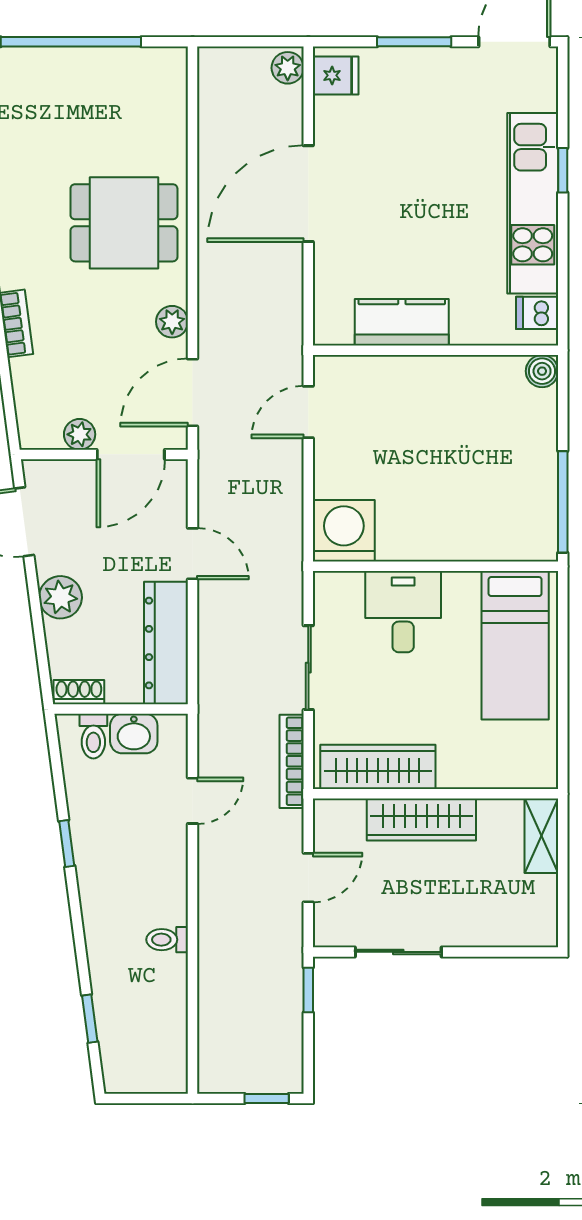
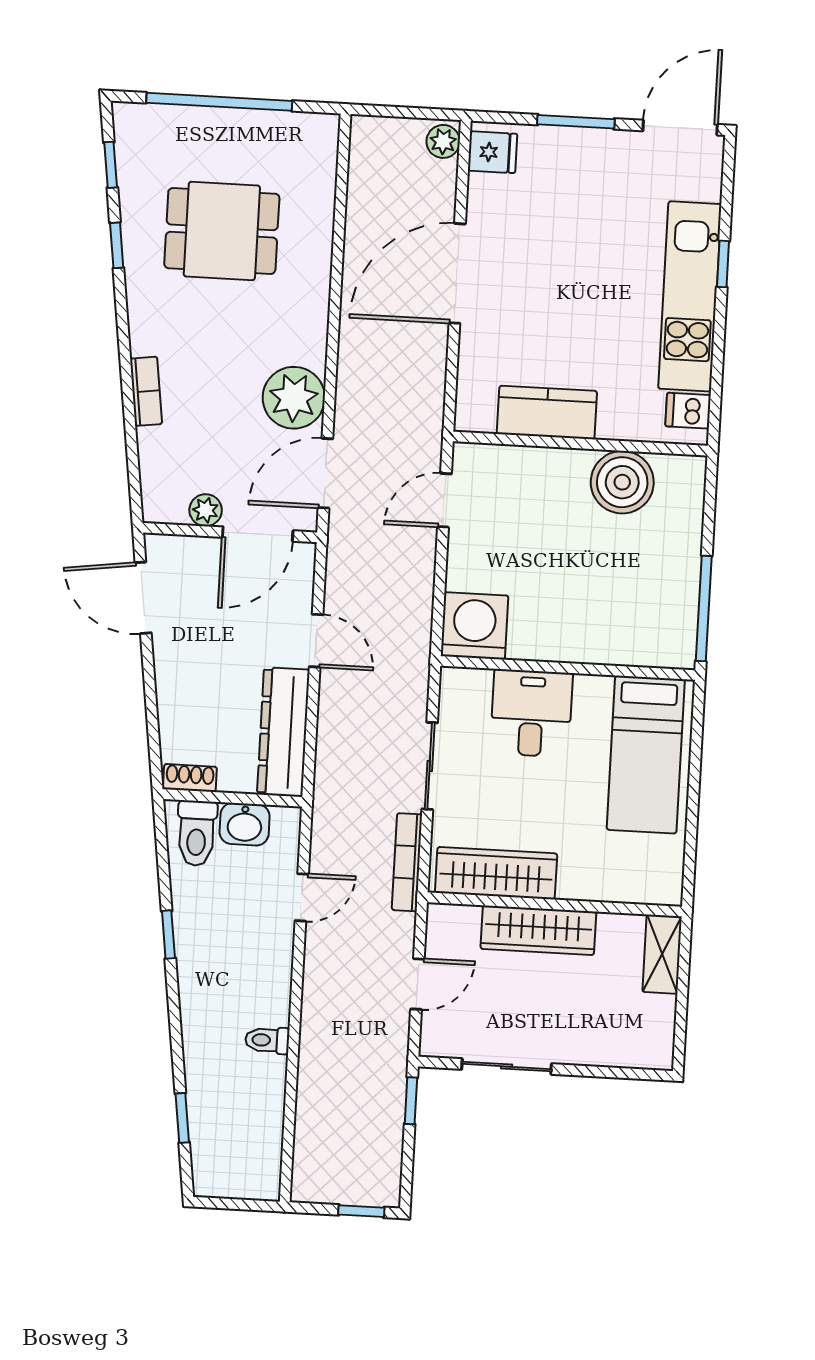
dining table: (124, 223) -> (222, 231), moved
plant: (172, 322) -> (294, 398), width x1.88, depth x1.88
boiler: (542, 371) -> (622, 482), moved, width x1.86, depth x1.86
plant: (60, 597) -> (176, 678), removed
toilet: (93, 736) -> (197, 833), width x1.37, depth x1.39

